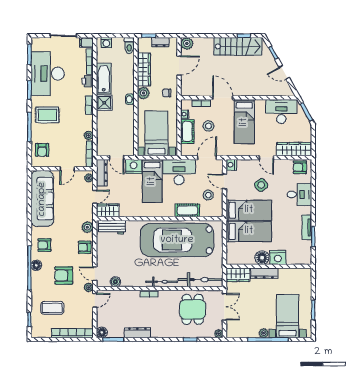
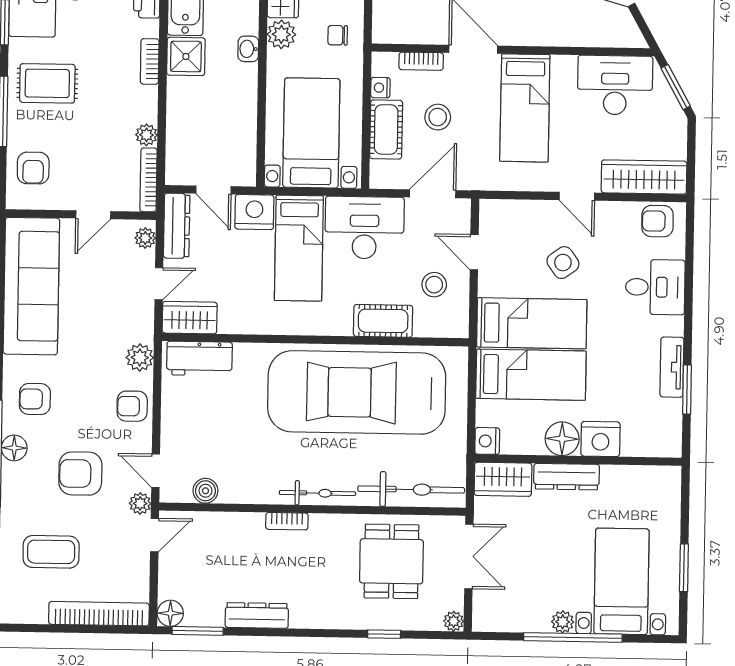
nightstand: (231, 165) -> (487, 441), moved

